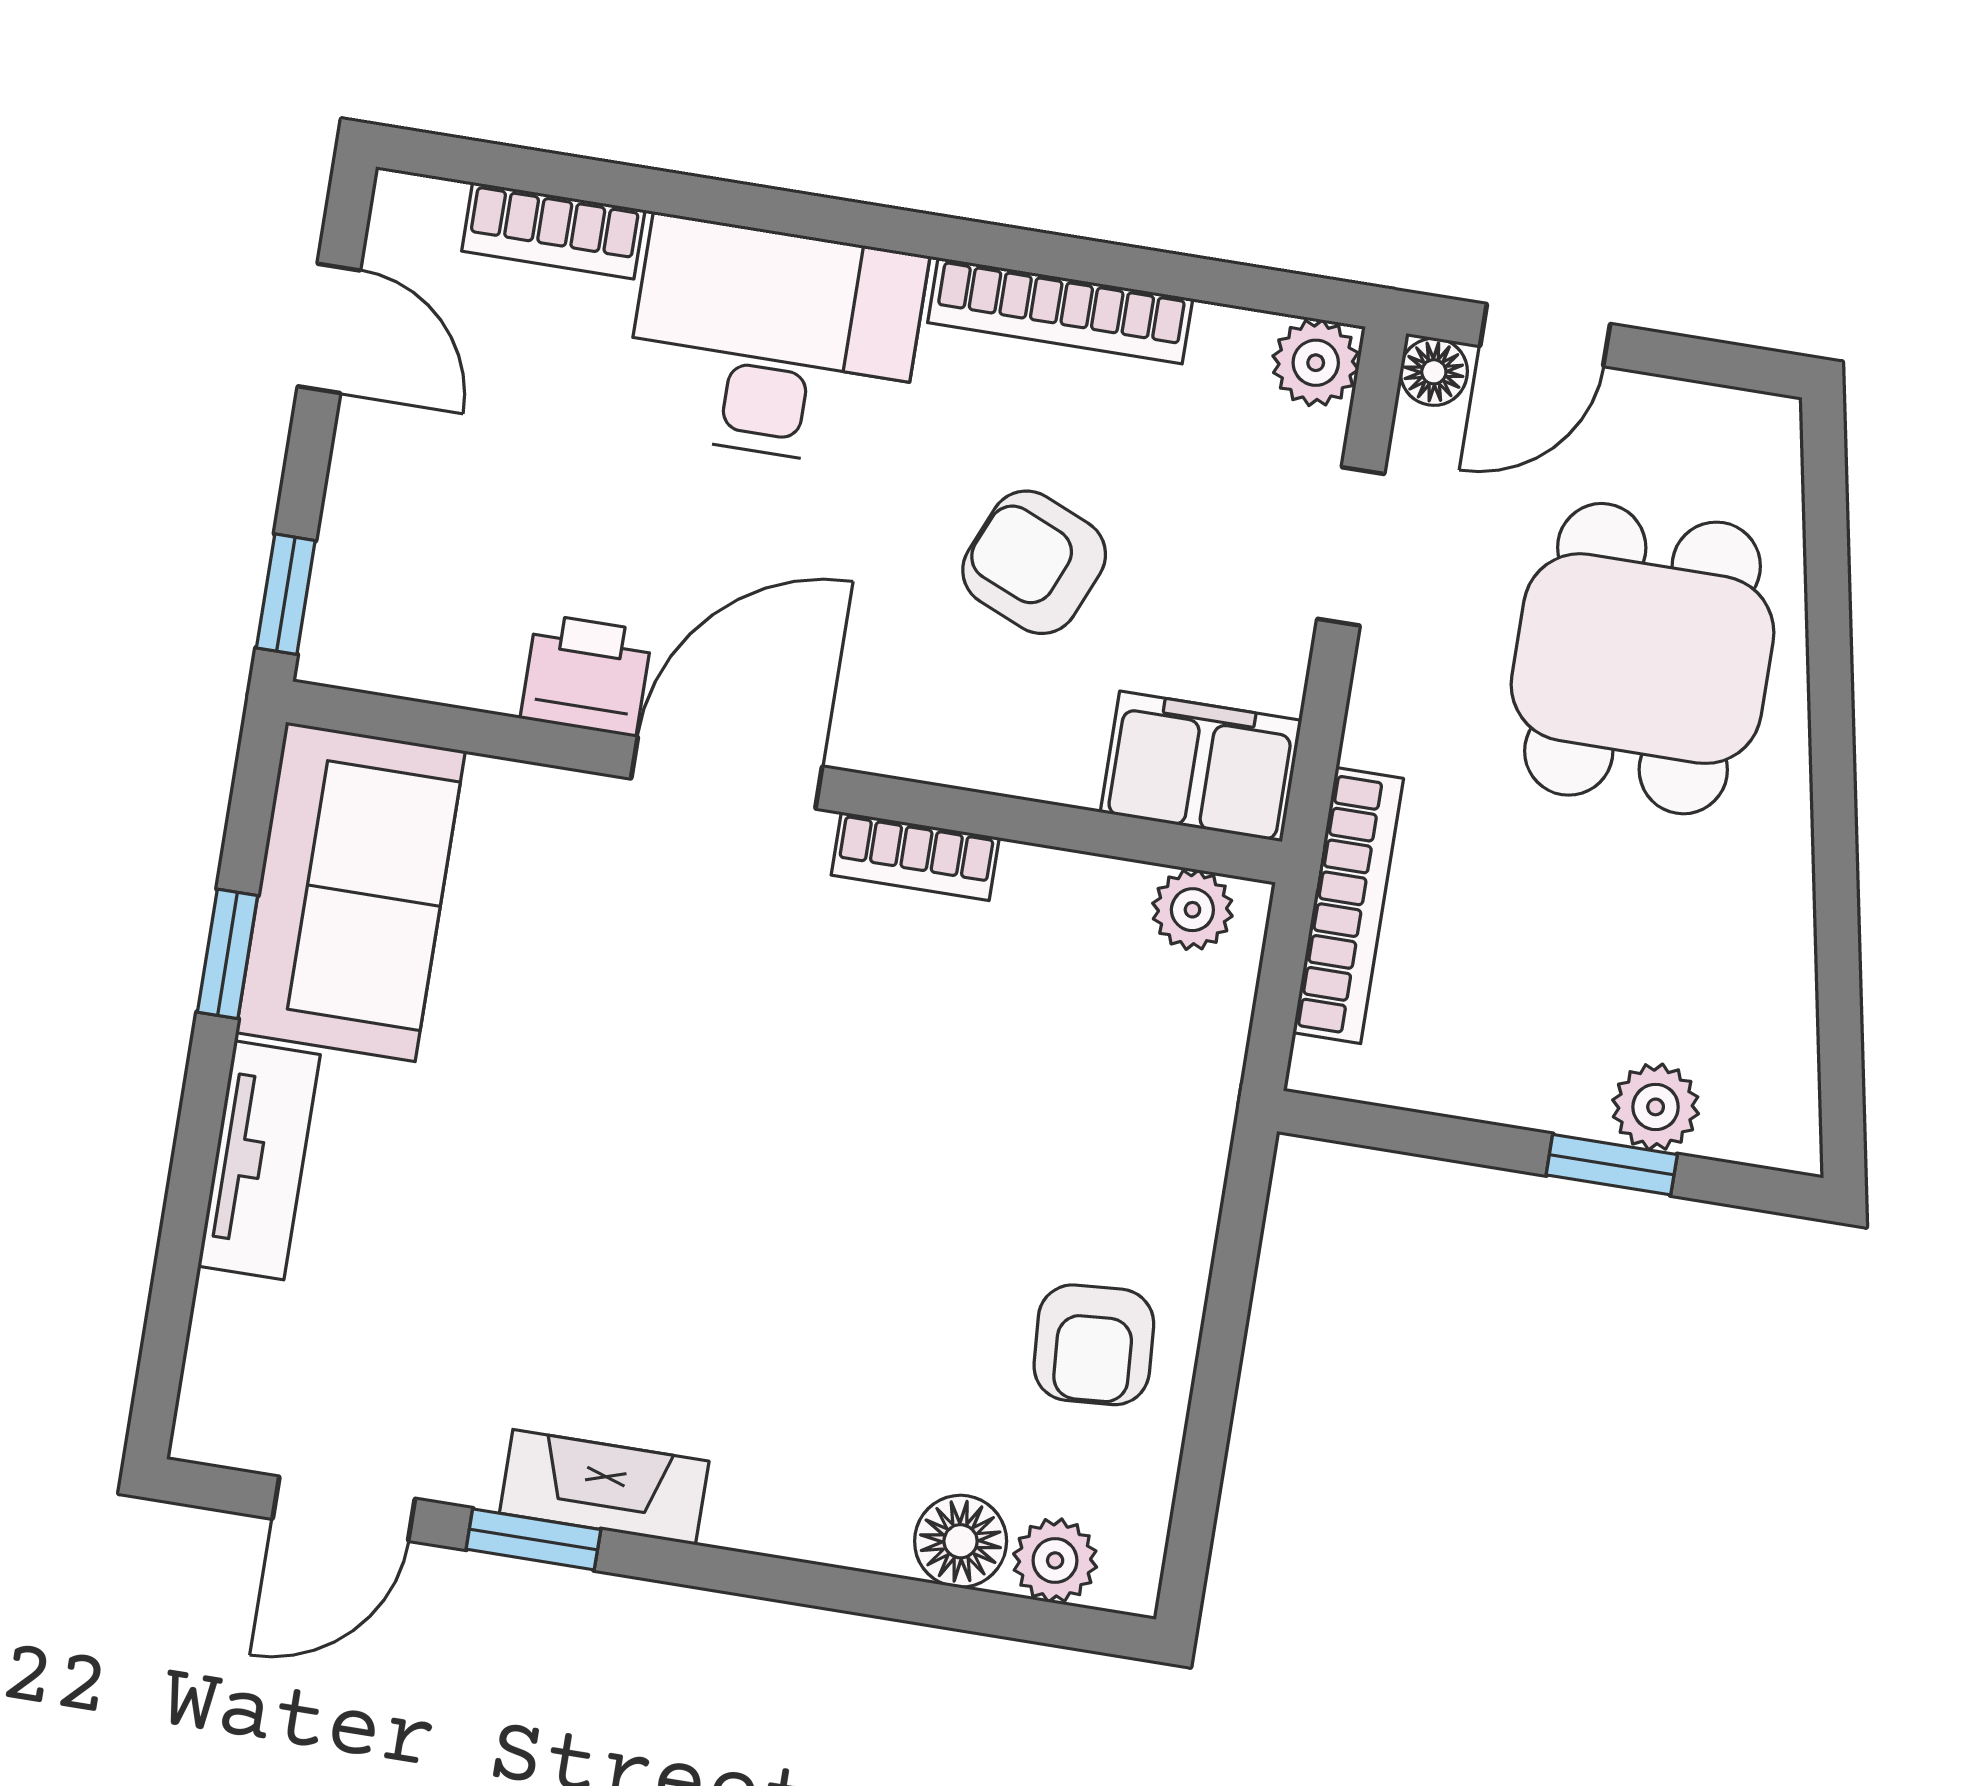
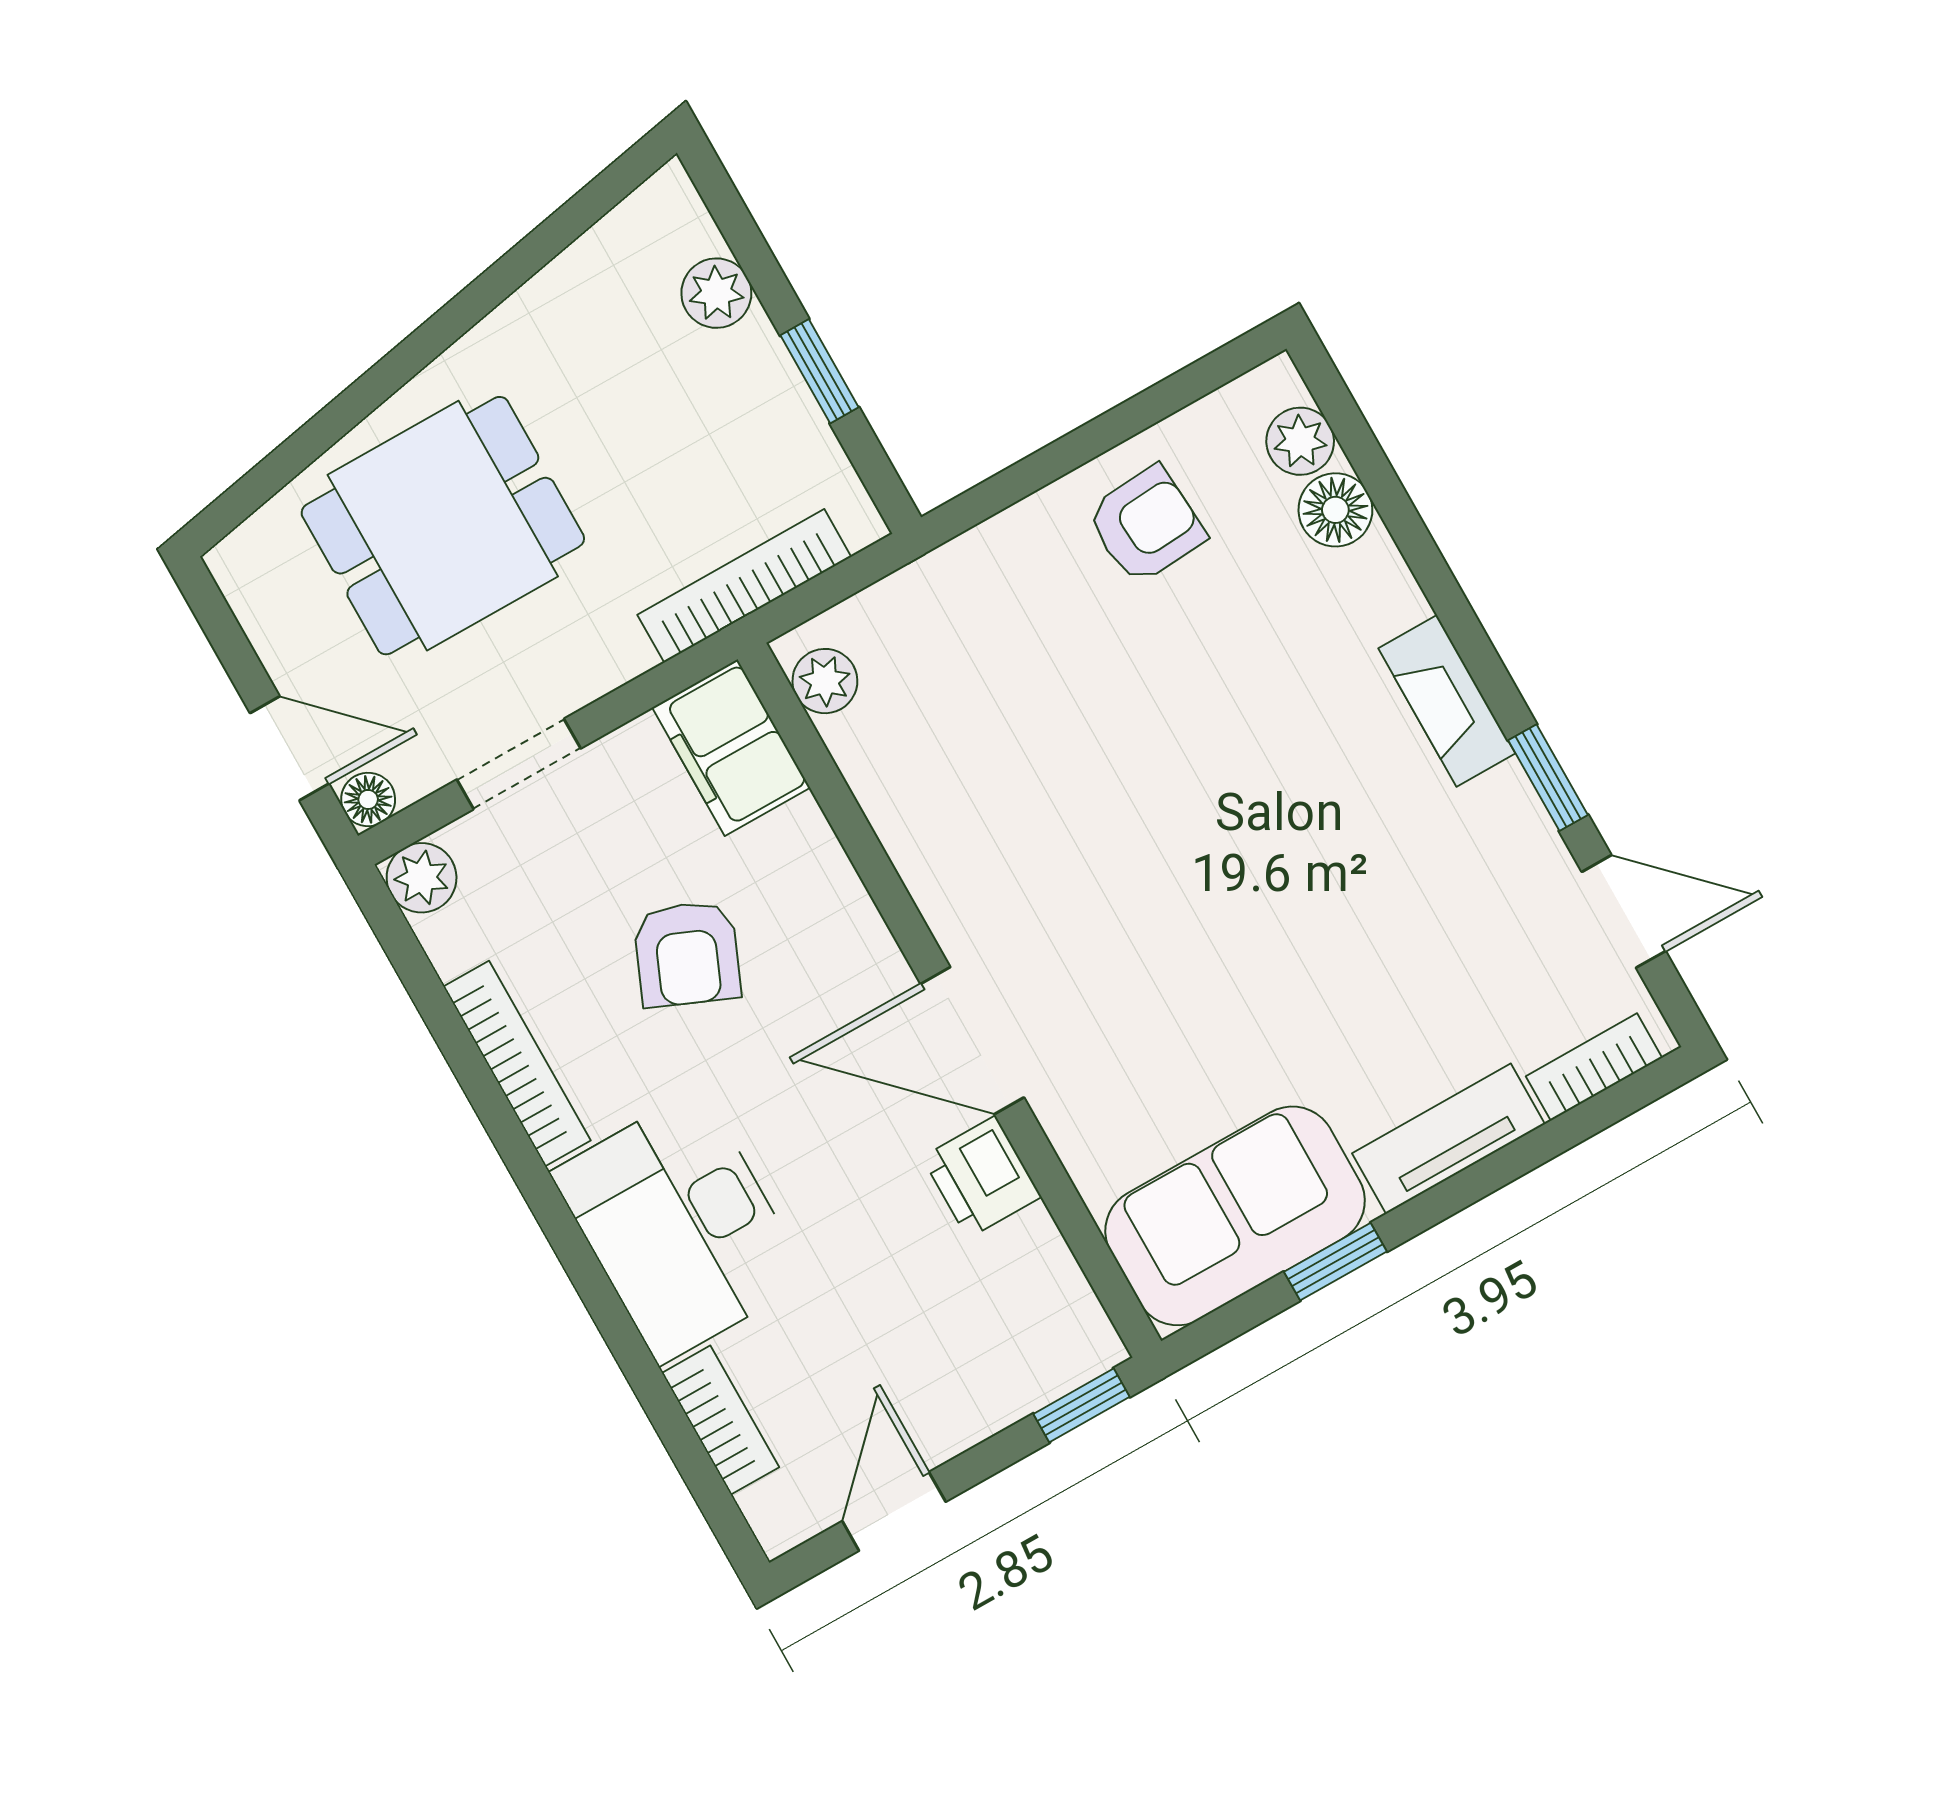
bookcase: (915, 856) -> (1594, 1067), moved, turned -90
window: (1612, 1165) -> (819, 371), moved
fireplace: (604, 1487) -> (1447, 701), moved

